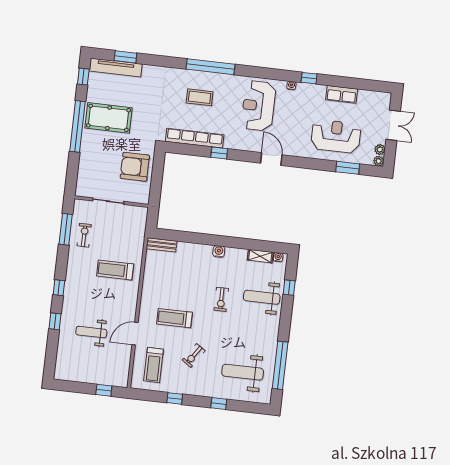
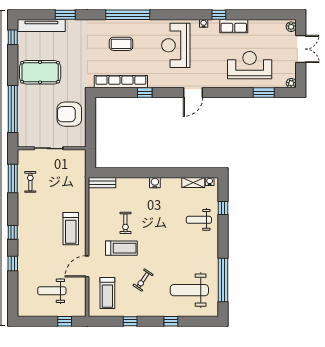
window: (125, 57) -> (65, 15), moved
row of seats: (342, 94) -> (234, 26), moved
window: (78, 126) -> (13, 109), moved
plant: (380, 150) -> (291, 27), moved
door: (271, 159) -> (193, 93), swing flipped
treadmill: (115, 270) -> (71, 229), moved, turned -90
weight bench: (262, 297) -> (199, 220), width x0.73, depth x0.75
exercise bike: (221, 299) -> (125, 223), moved
treadmill: (174, 318) -> (121, 248), turned 180
weight bench: (91, 332) -> (52, 291), moved

